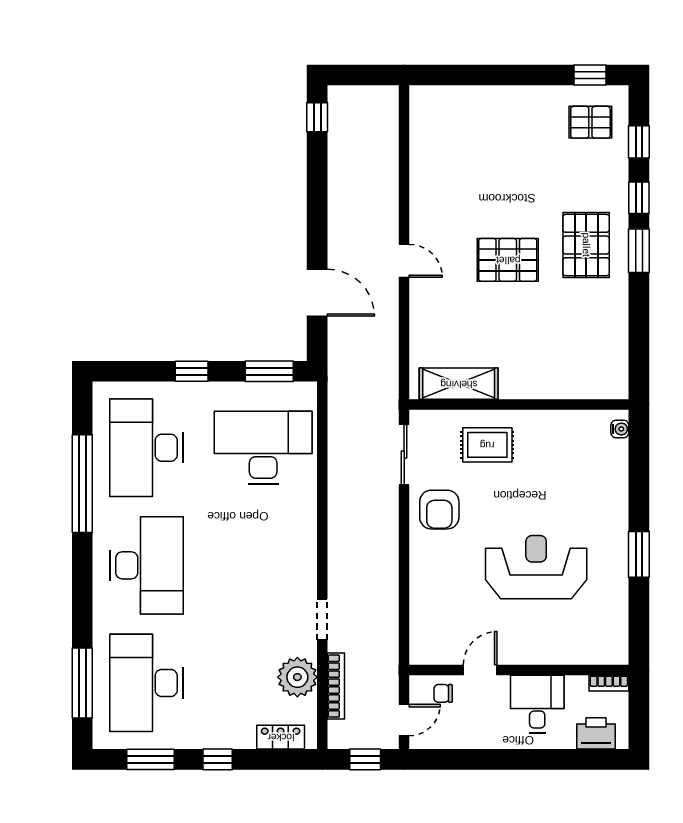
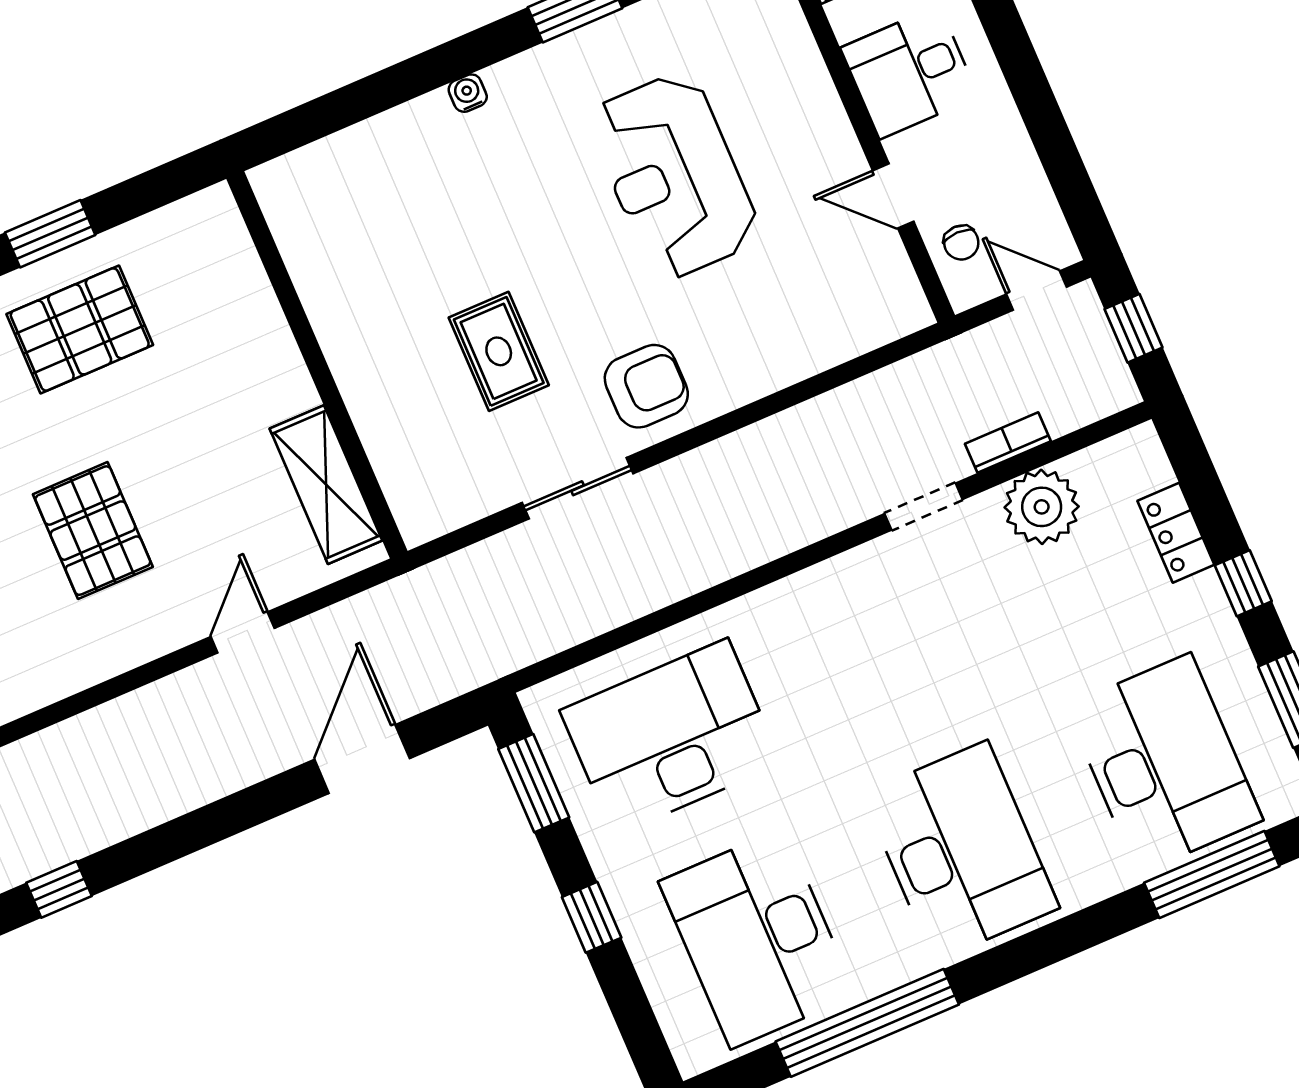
pallet: (508, 260) -> (93, 531), moved
shelving: (459, 384) -> (326, 485), moved
wall: (519, 404) -> (317, 365), moved
water cooler: (620, 429) -> (468, 93), moved
desk: (146, 448) -> (757, 938), turned 90
desk: (263, 448) -> (671, 737), turned 90
desk: (146, 565) -> (961, 851), turned 90
desk: (146, 683) -> (1164, 763), turned -90
bookcase: (336, 686) -> (1008, 443), width x0.64
locker: (281, 737) -> (1176, 533), moved

